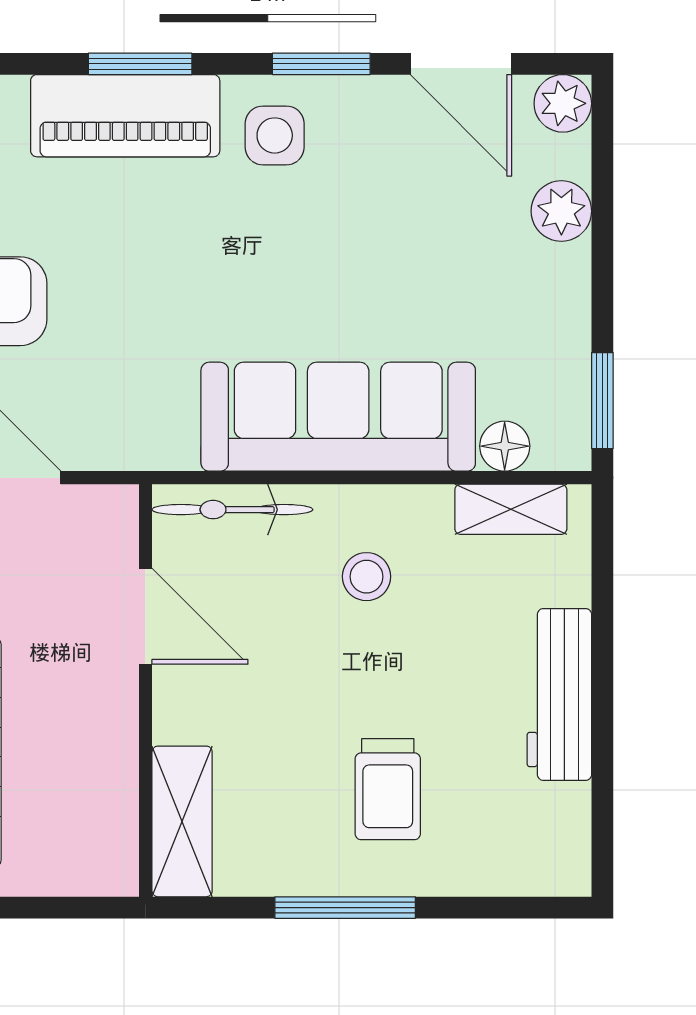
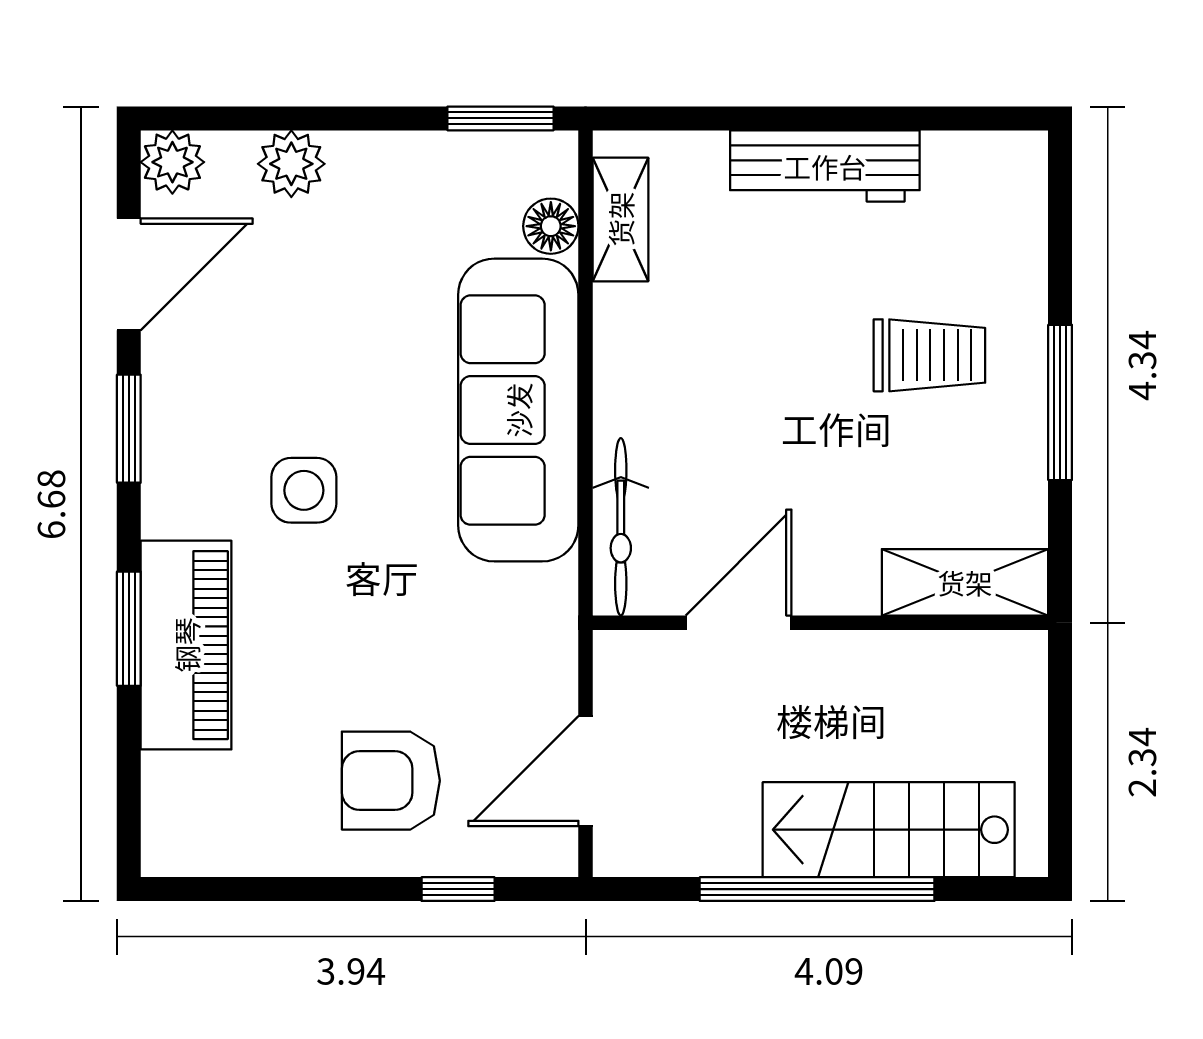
side table: (275, 135) -> (304, 490), moved
stool: (366, 577) -> (695, 379), removed

